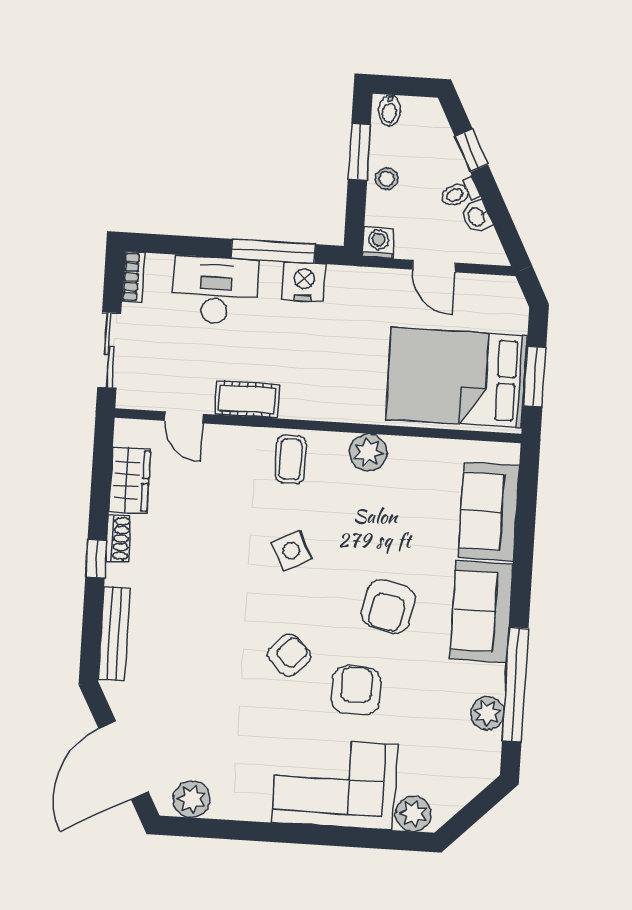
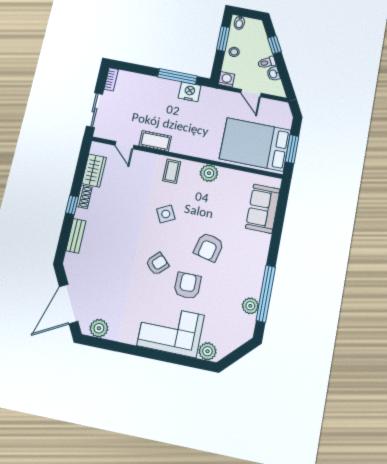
desk: (215, 290) -> (148, 90), removed
sofa: (482, 611) -> (254, 256), removed
bench: (114, 634) -> (76, 236), width x0.73

